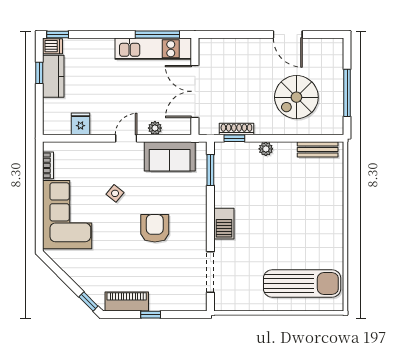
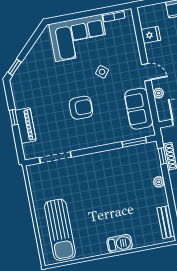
barbecue: (224, 224) -> (120, 244), moved, turned 180
piano: (127, 302) -> (26, 125), moved

